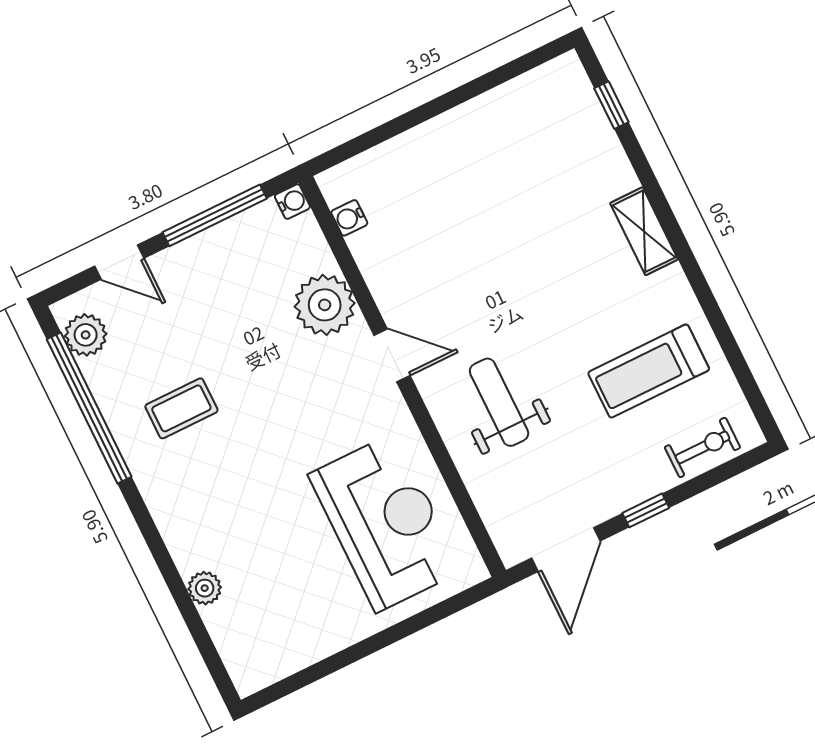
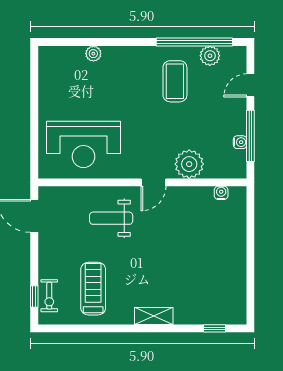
water cooler: (292, 202) -> (240, 142), moved, turned -90
plant: (86, 335) -> (210, 56), moved
weight bench: (499, 402) -> (111, 218), turned 180
coffee table: (181, 408) -> (175, 81), width x1.36, depth x1.30
window: (646, 510) -> (34, 297), moved

